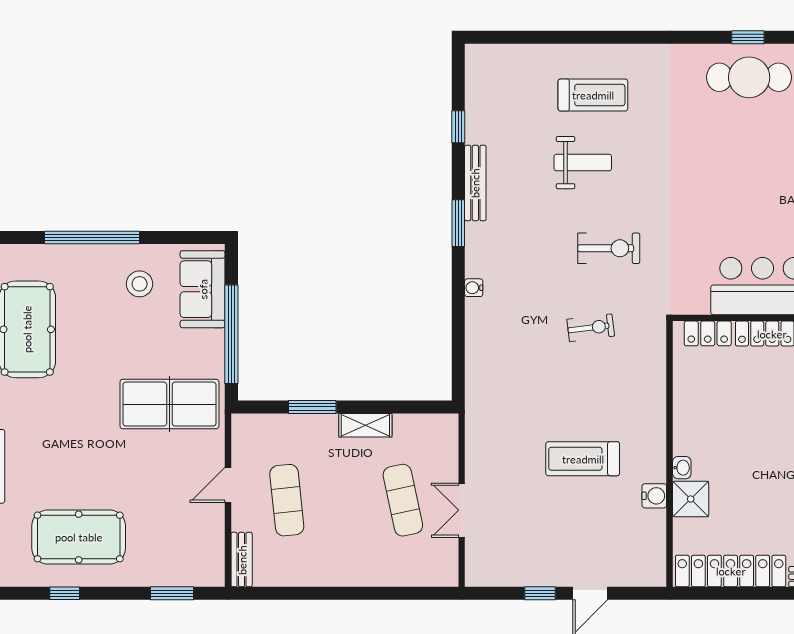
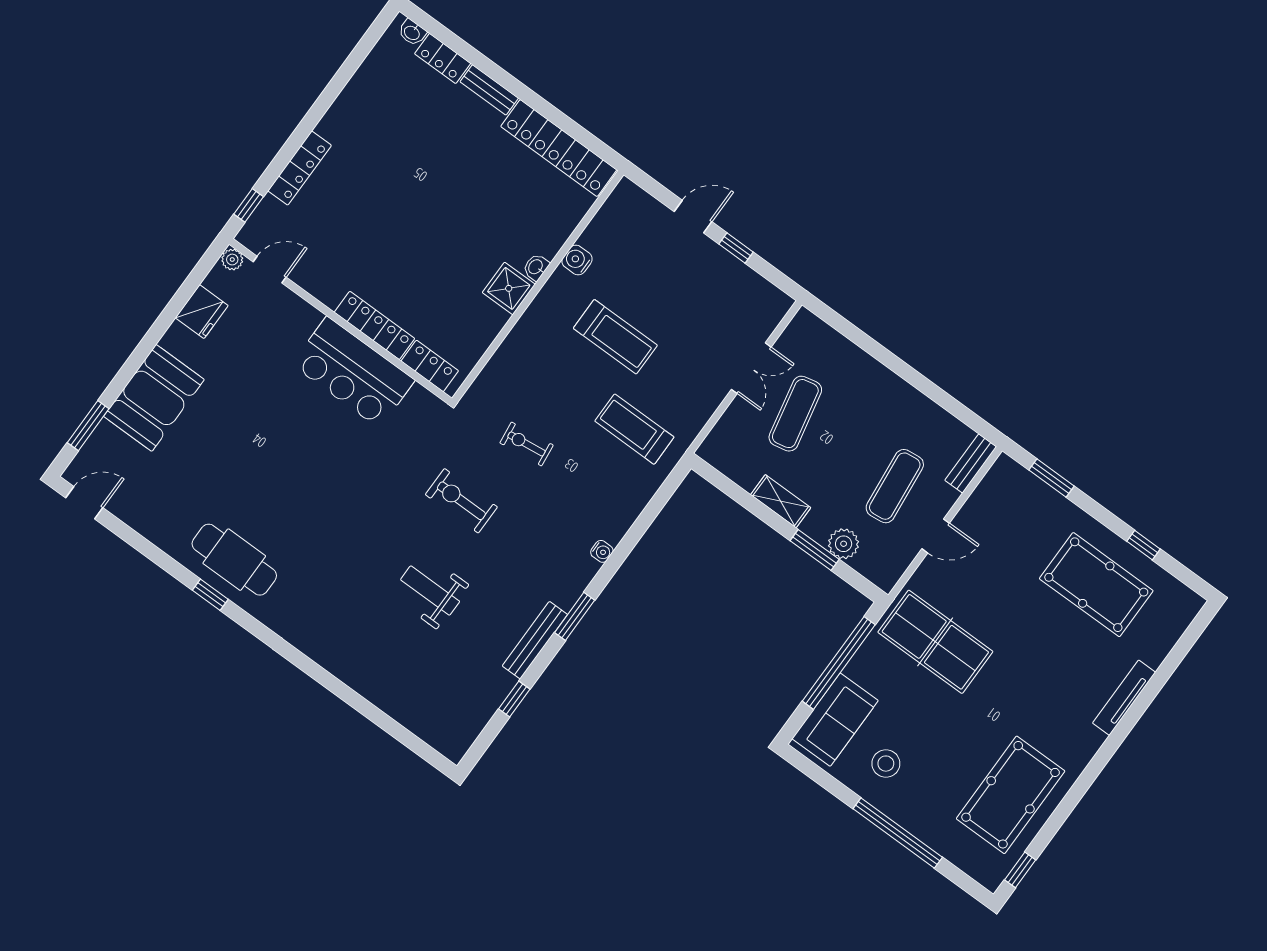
treadmill: (593, 95) -> (634, 429), moved
plant: (294, 428) -> (844, 544), added
shower: (691, 499) -> (509, 288), moved

